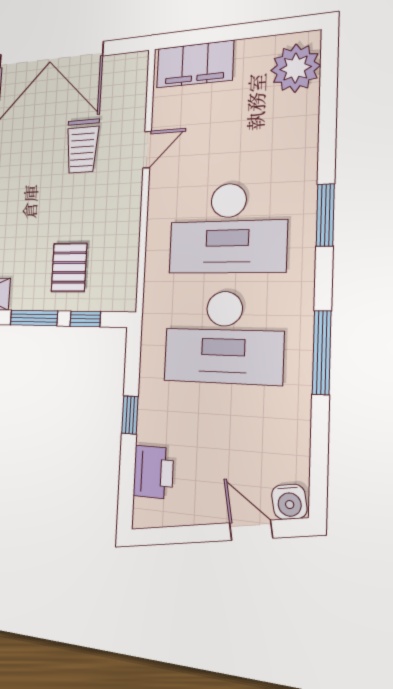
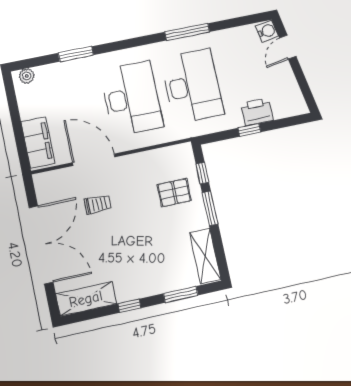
plant: (296, 68) -> (27, 76), width x0.53, depth x0.53
trolley: (82, 146) -> (98, 204), width x0.73, depth x0.72
door: (147, 150) -> (94, 160), width x1.88
window: (325, 215) -> (76, 54), moved
printer: (153, 472) -> (257, 112), moved

